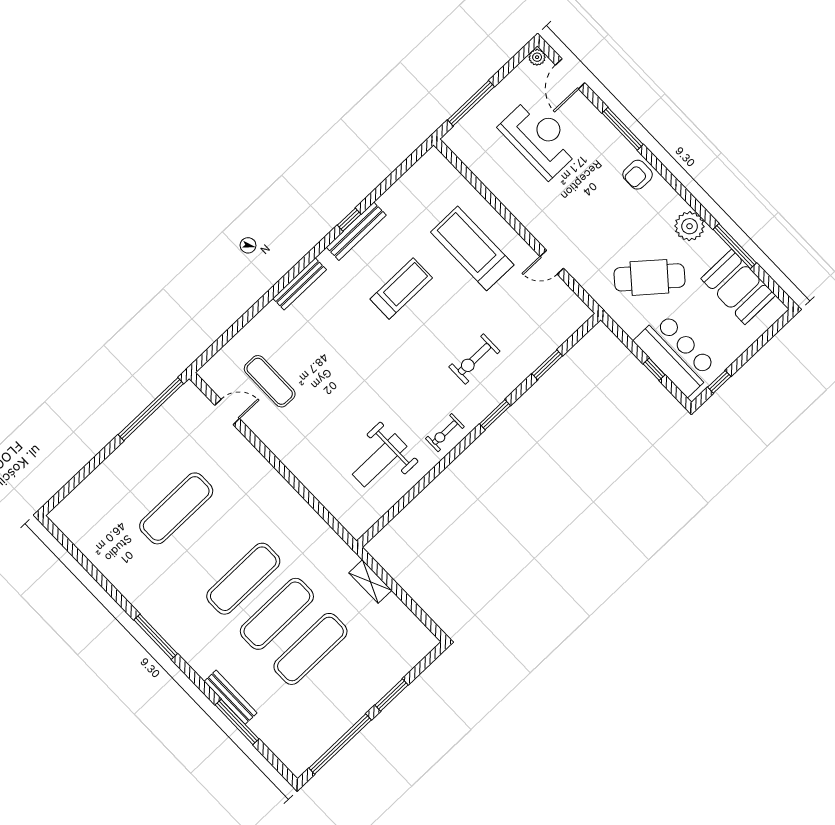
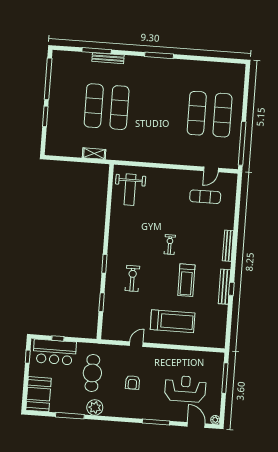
reception desk: (539, 138) -> (185, 389), turned 180
armchair: (638, 175) -> (132, 382), moved, turned 180
cafe table: (649, 277) -> (92, 373), turned -40
booth: (738, 287) -> (39, 394), moved, turned 90
exercise bike: (445, 433) -> (170, 244), moved
weight bench: (380, 460) -> (130, 190), moved, turned 180
exercise mat: (243, 579) -> (222, 115), moved

